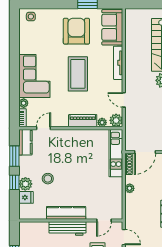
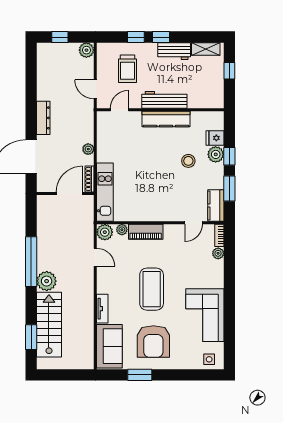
tv unit: (118, 63) -> (102, 309), width x0.71
corner sofa: (34, 76) -> (205, 315), moved

